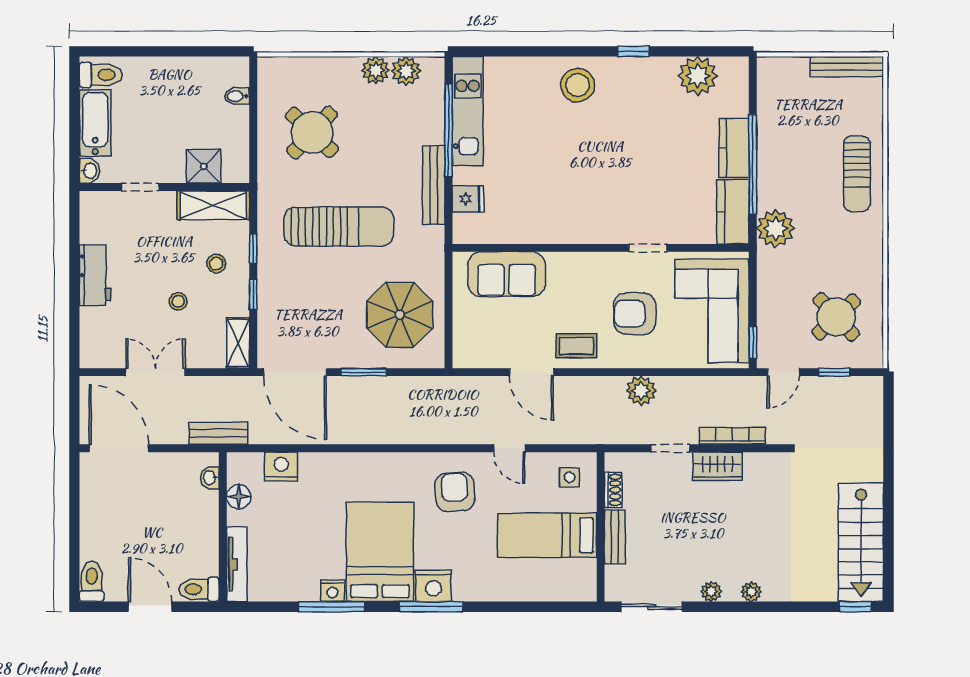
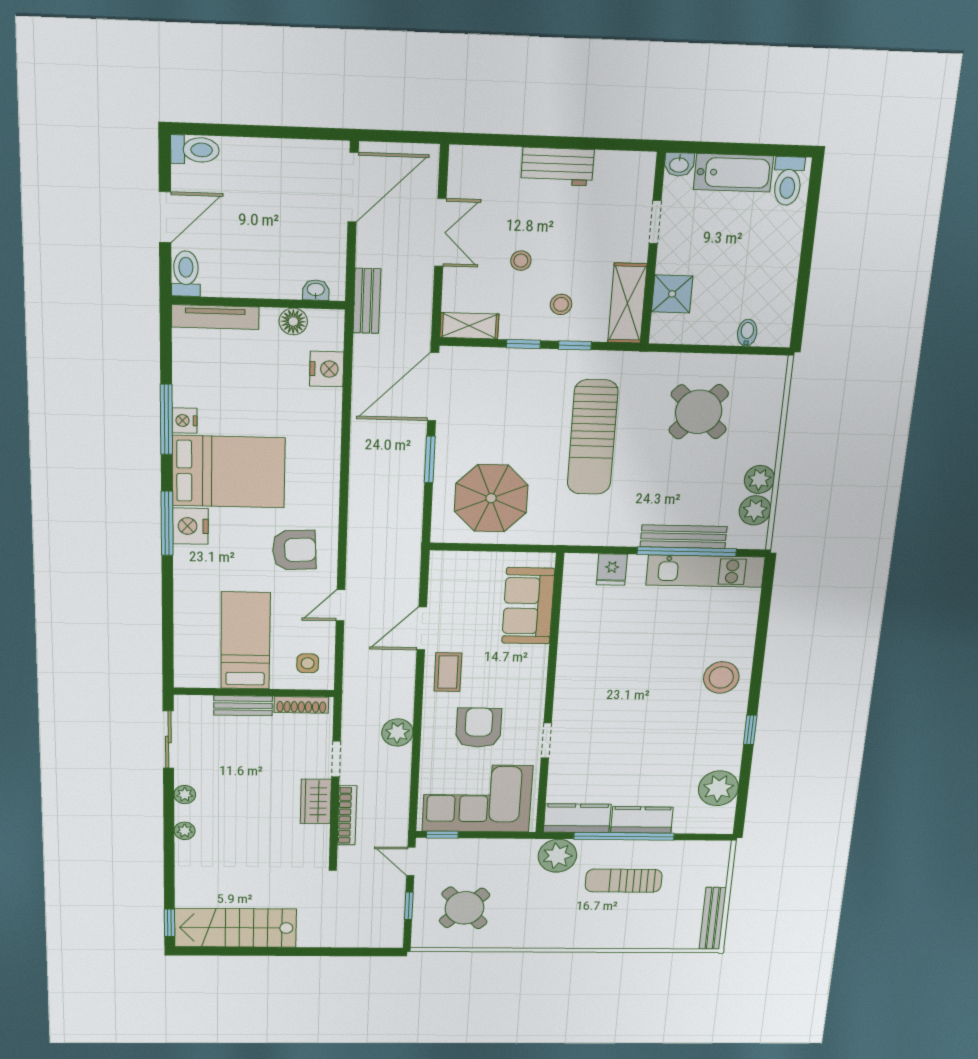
sun lounger: (857, 174) -> (624, 881), moved
bench: (434, 185) -> (684, 537), moved
shoe rack: (613, 490) -> (301, 705), width x1.43

